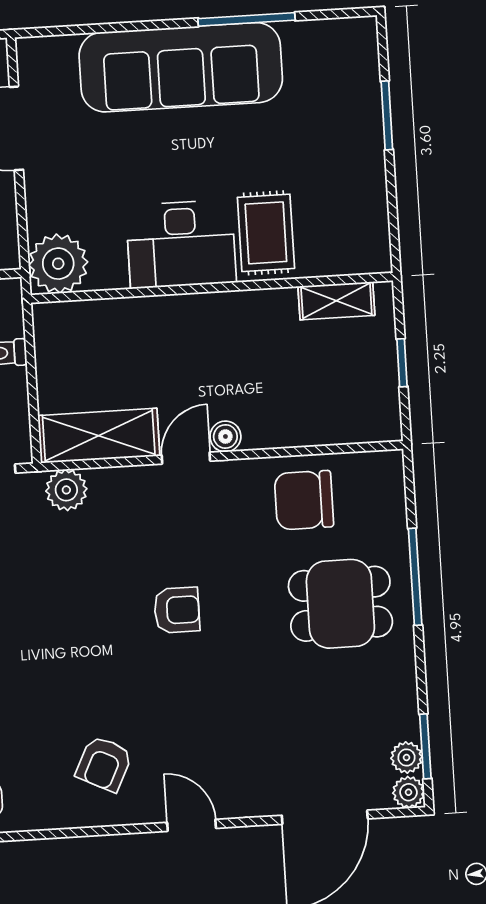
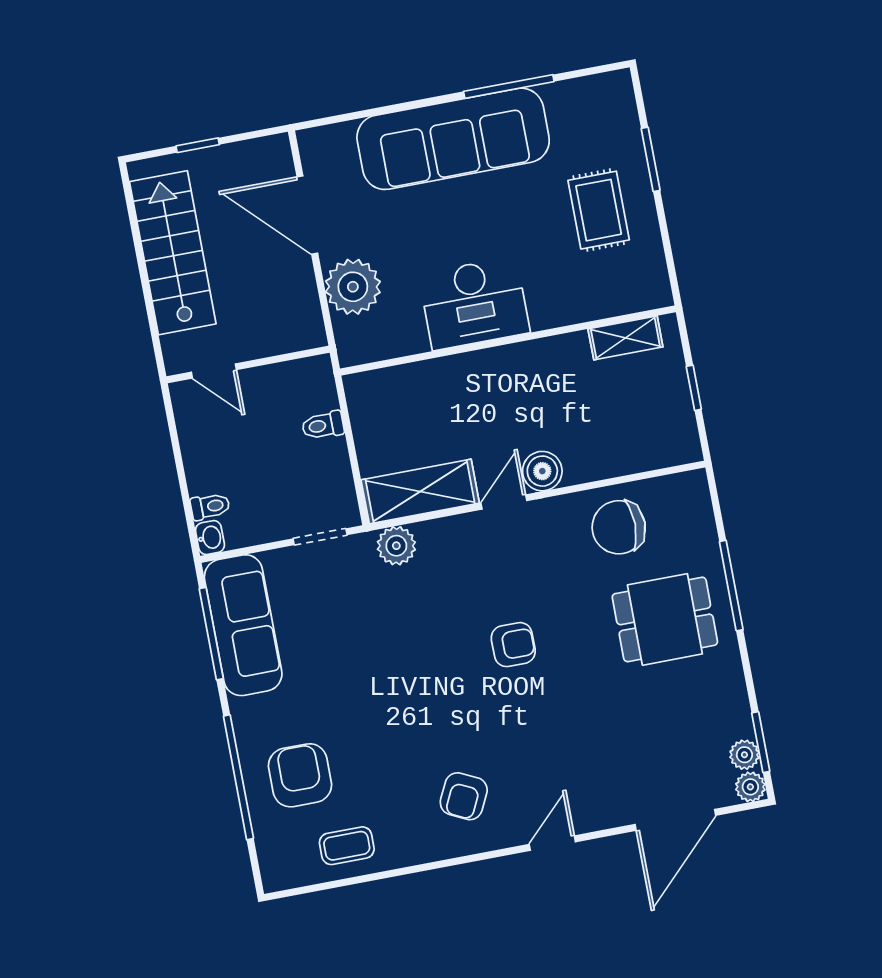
rug: (266, 233) -> (599, 210), moved
plant: (58, 264) -> (353, 287), moved
boiler: (225, 436) -> (542, 471), width x1.36, depth x1.36
door: (192, 825) -> (552, 843), hinge flipped

